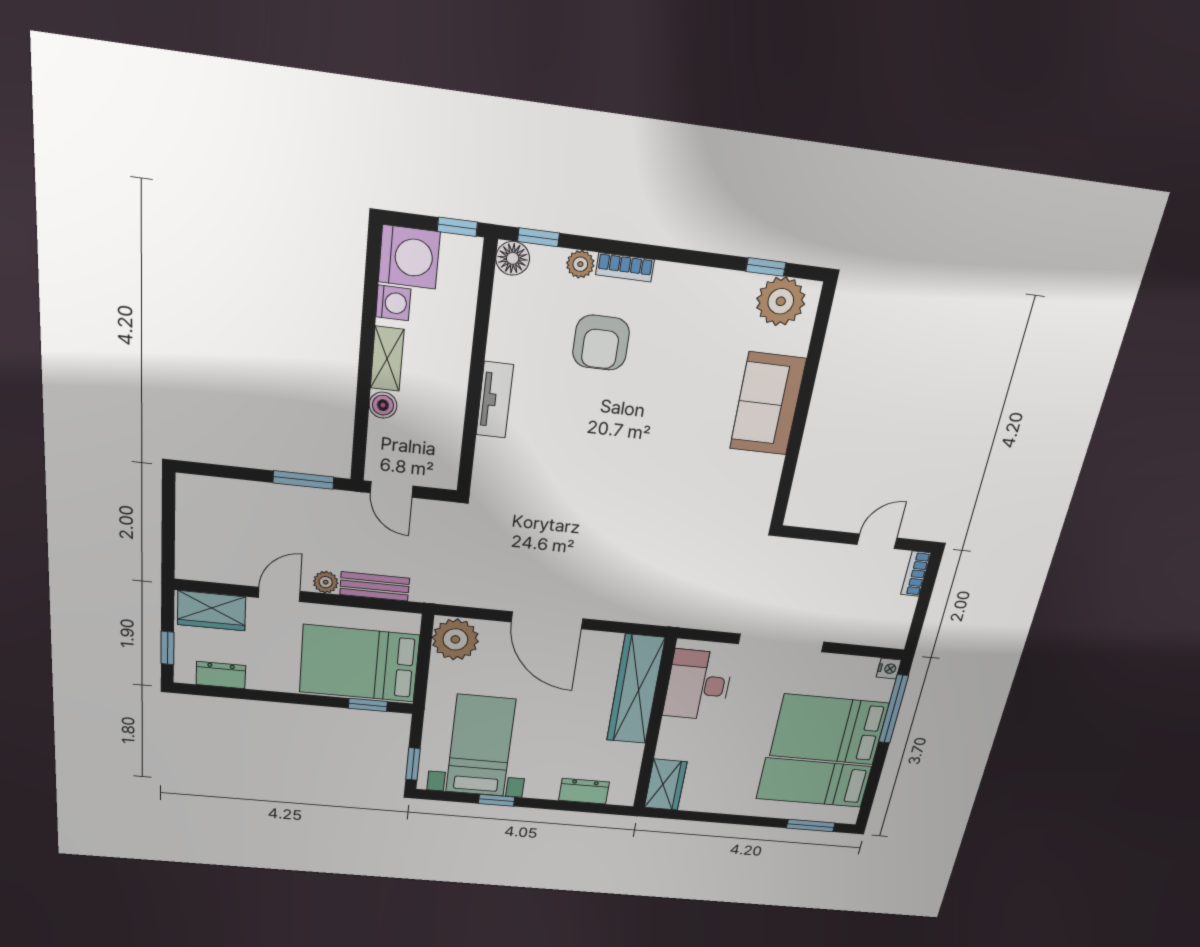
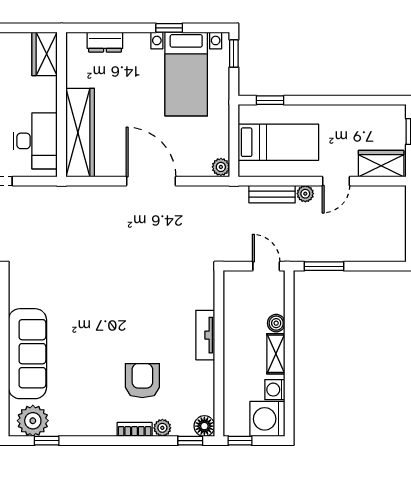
sofa: (768, 404) -> (27, 354), width x1.36
plant: (455, 639) -> (221, 167), width x0.53, depth x0.53
bed: (359, 664) -> (278, 142), width x0.67
dresser: (221, 675) -> (374, 114), removed

